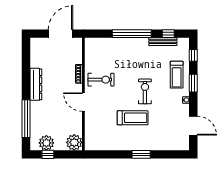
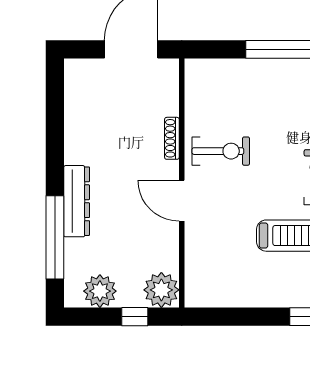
dresser: (36, 84) -> (77, 201), moved
window: (48, 154) -> (135, 317), moved

